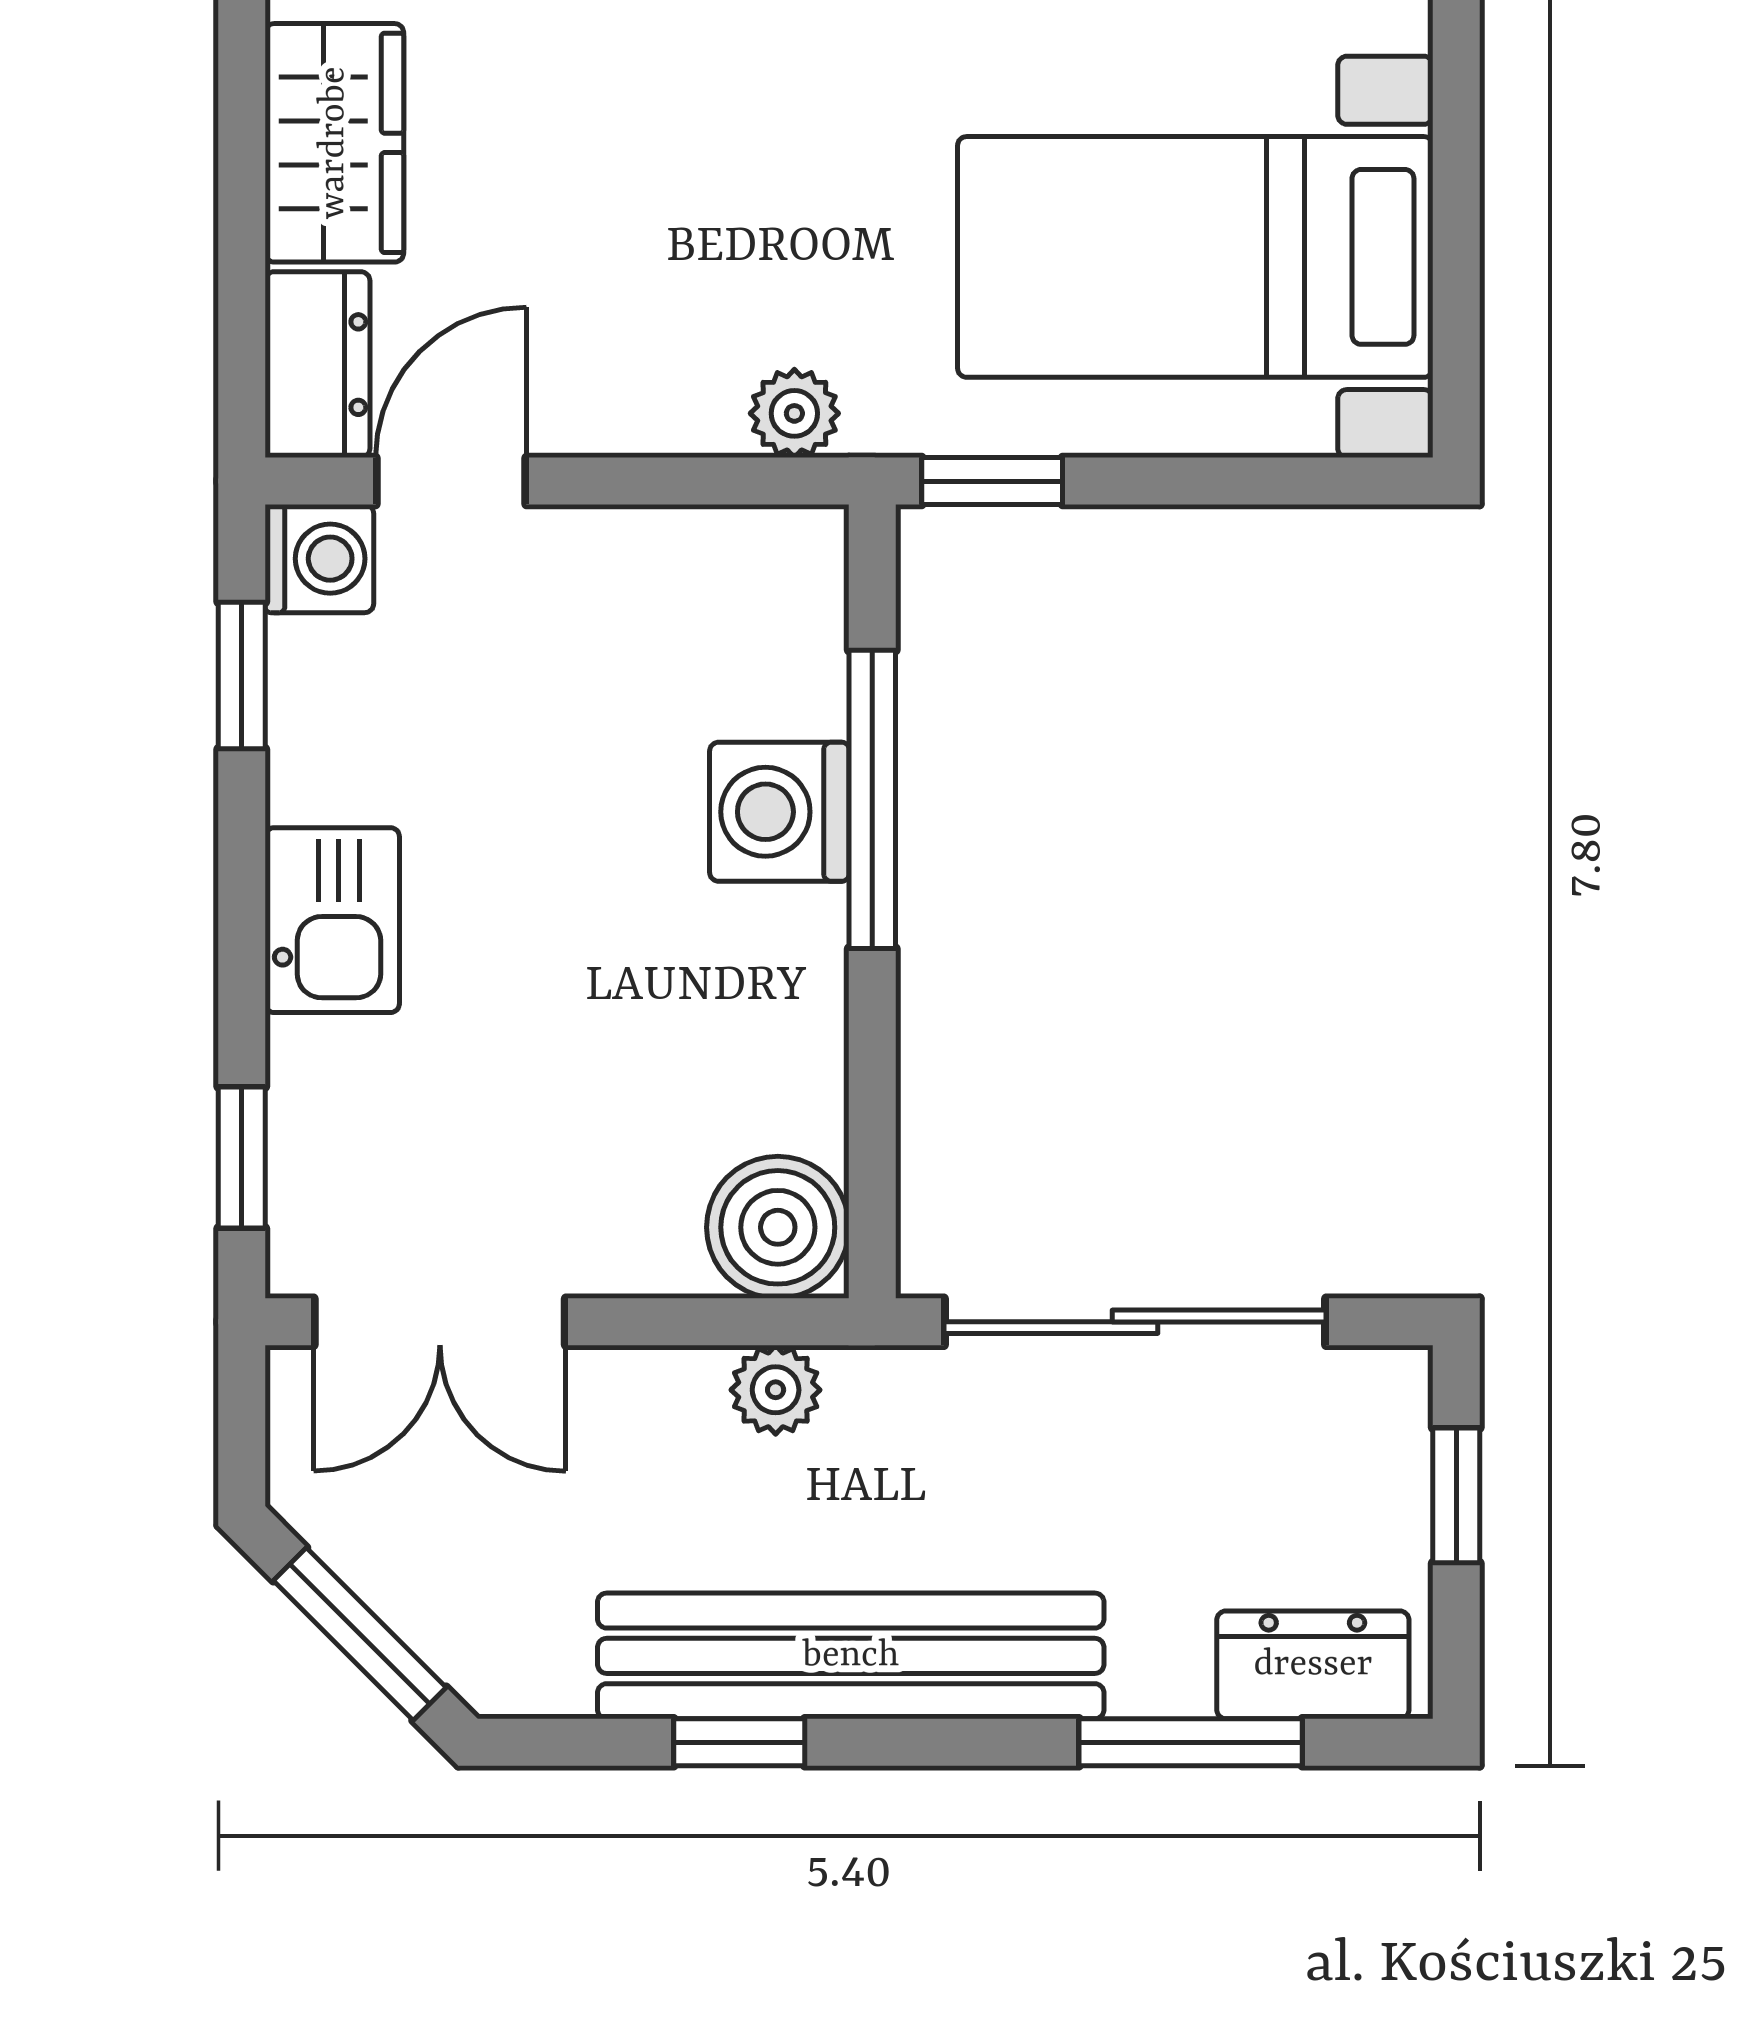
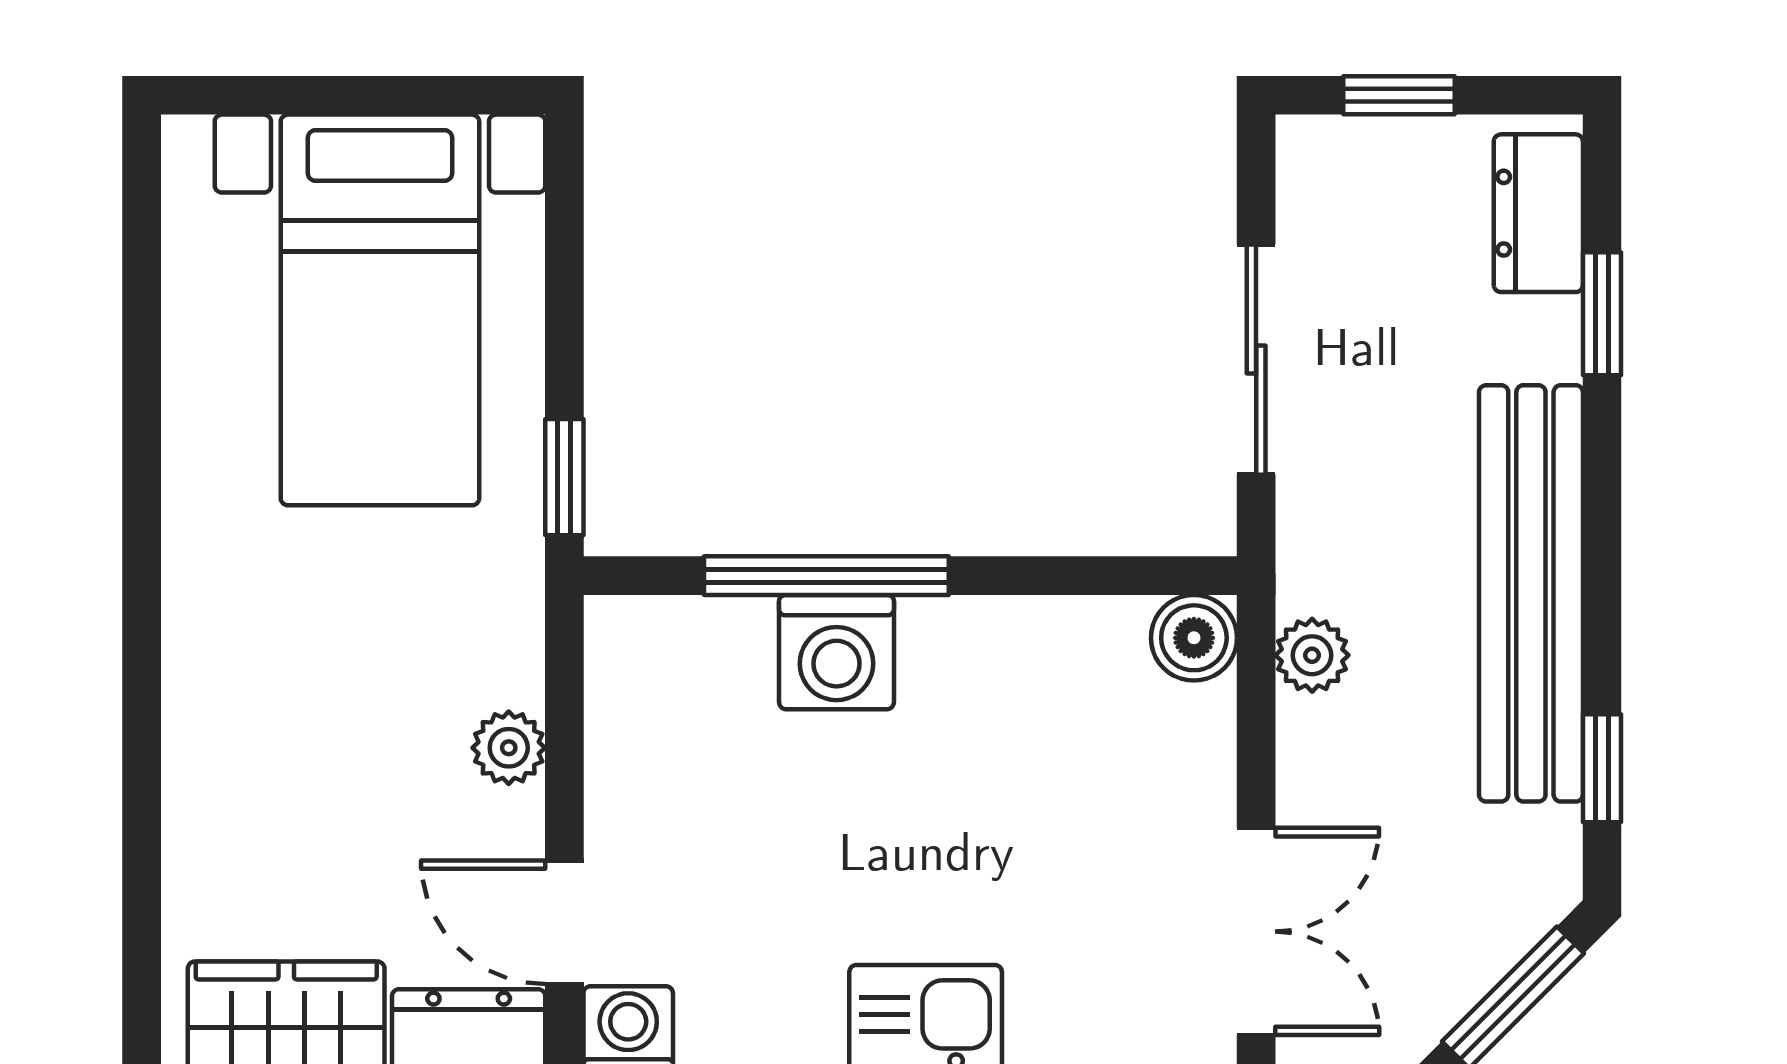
plant: (794, 413) -> (509, 748), moved
boiler: (778, 1227) -> (1194, 638), width x0.73, depth x0.73
sliding door: (1135, 1322) -> (1256, 360), width x0.73
window: (739, 1742) -> (1602, 768), moved
window: (1191, 1742) -> (1602, 314), width x0.67

